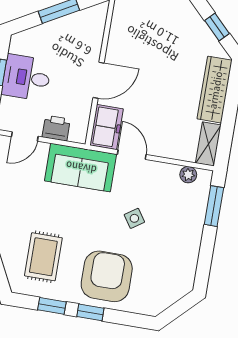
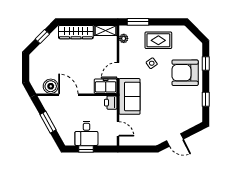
boiler: (124, 27) -> (51, 86), added
door: (99, 80) -> (68, 95), moved
printer: (56, 128) -> (111, 103), moved
rug: (43, 257) -> (158, 40), moved
window: (90, 312) -> (206, 63), moved

